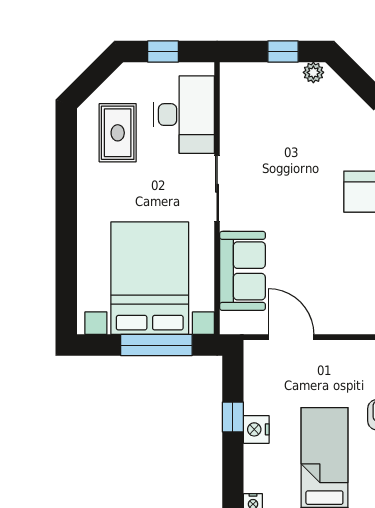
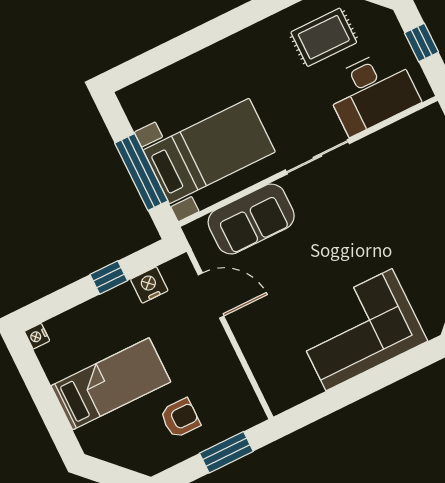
bed with nightstands: (150, 278) -> (209, 151), width x0.73
door: (291, 337) -> (211, 295), hinge flipped
nightstand: (256, 429) -> (149, 285), moved

